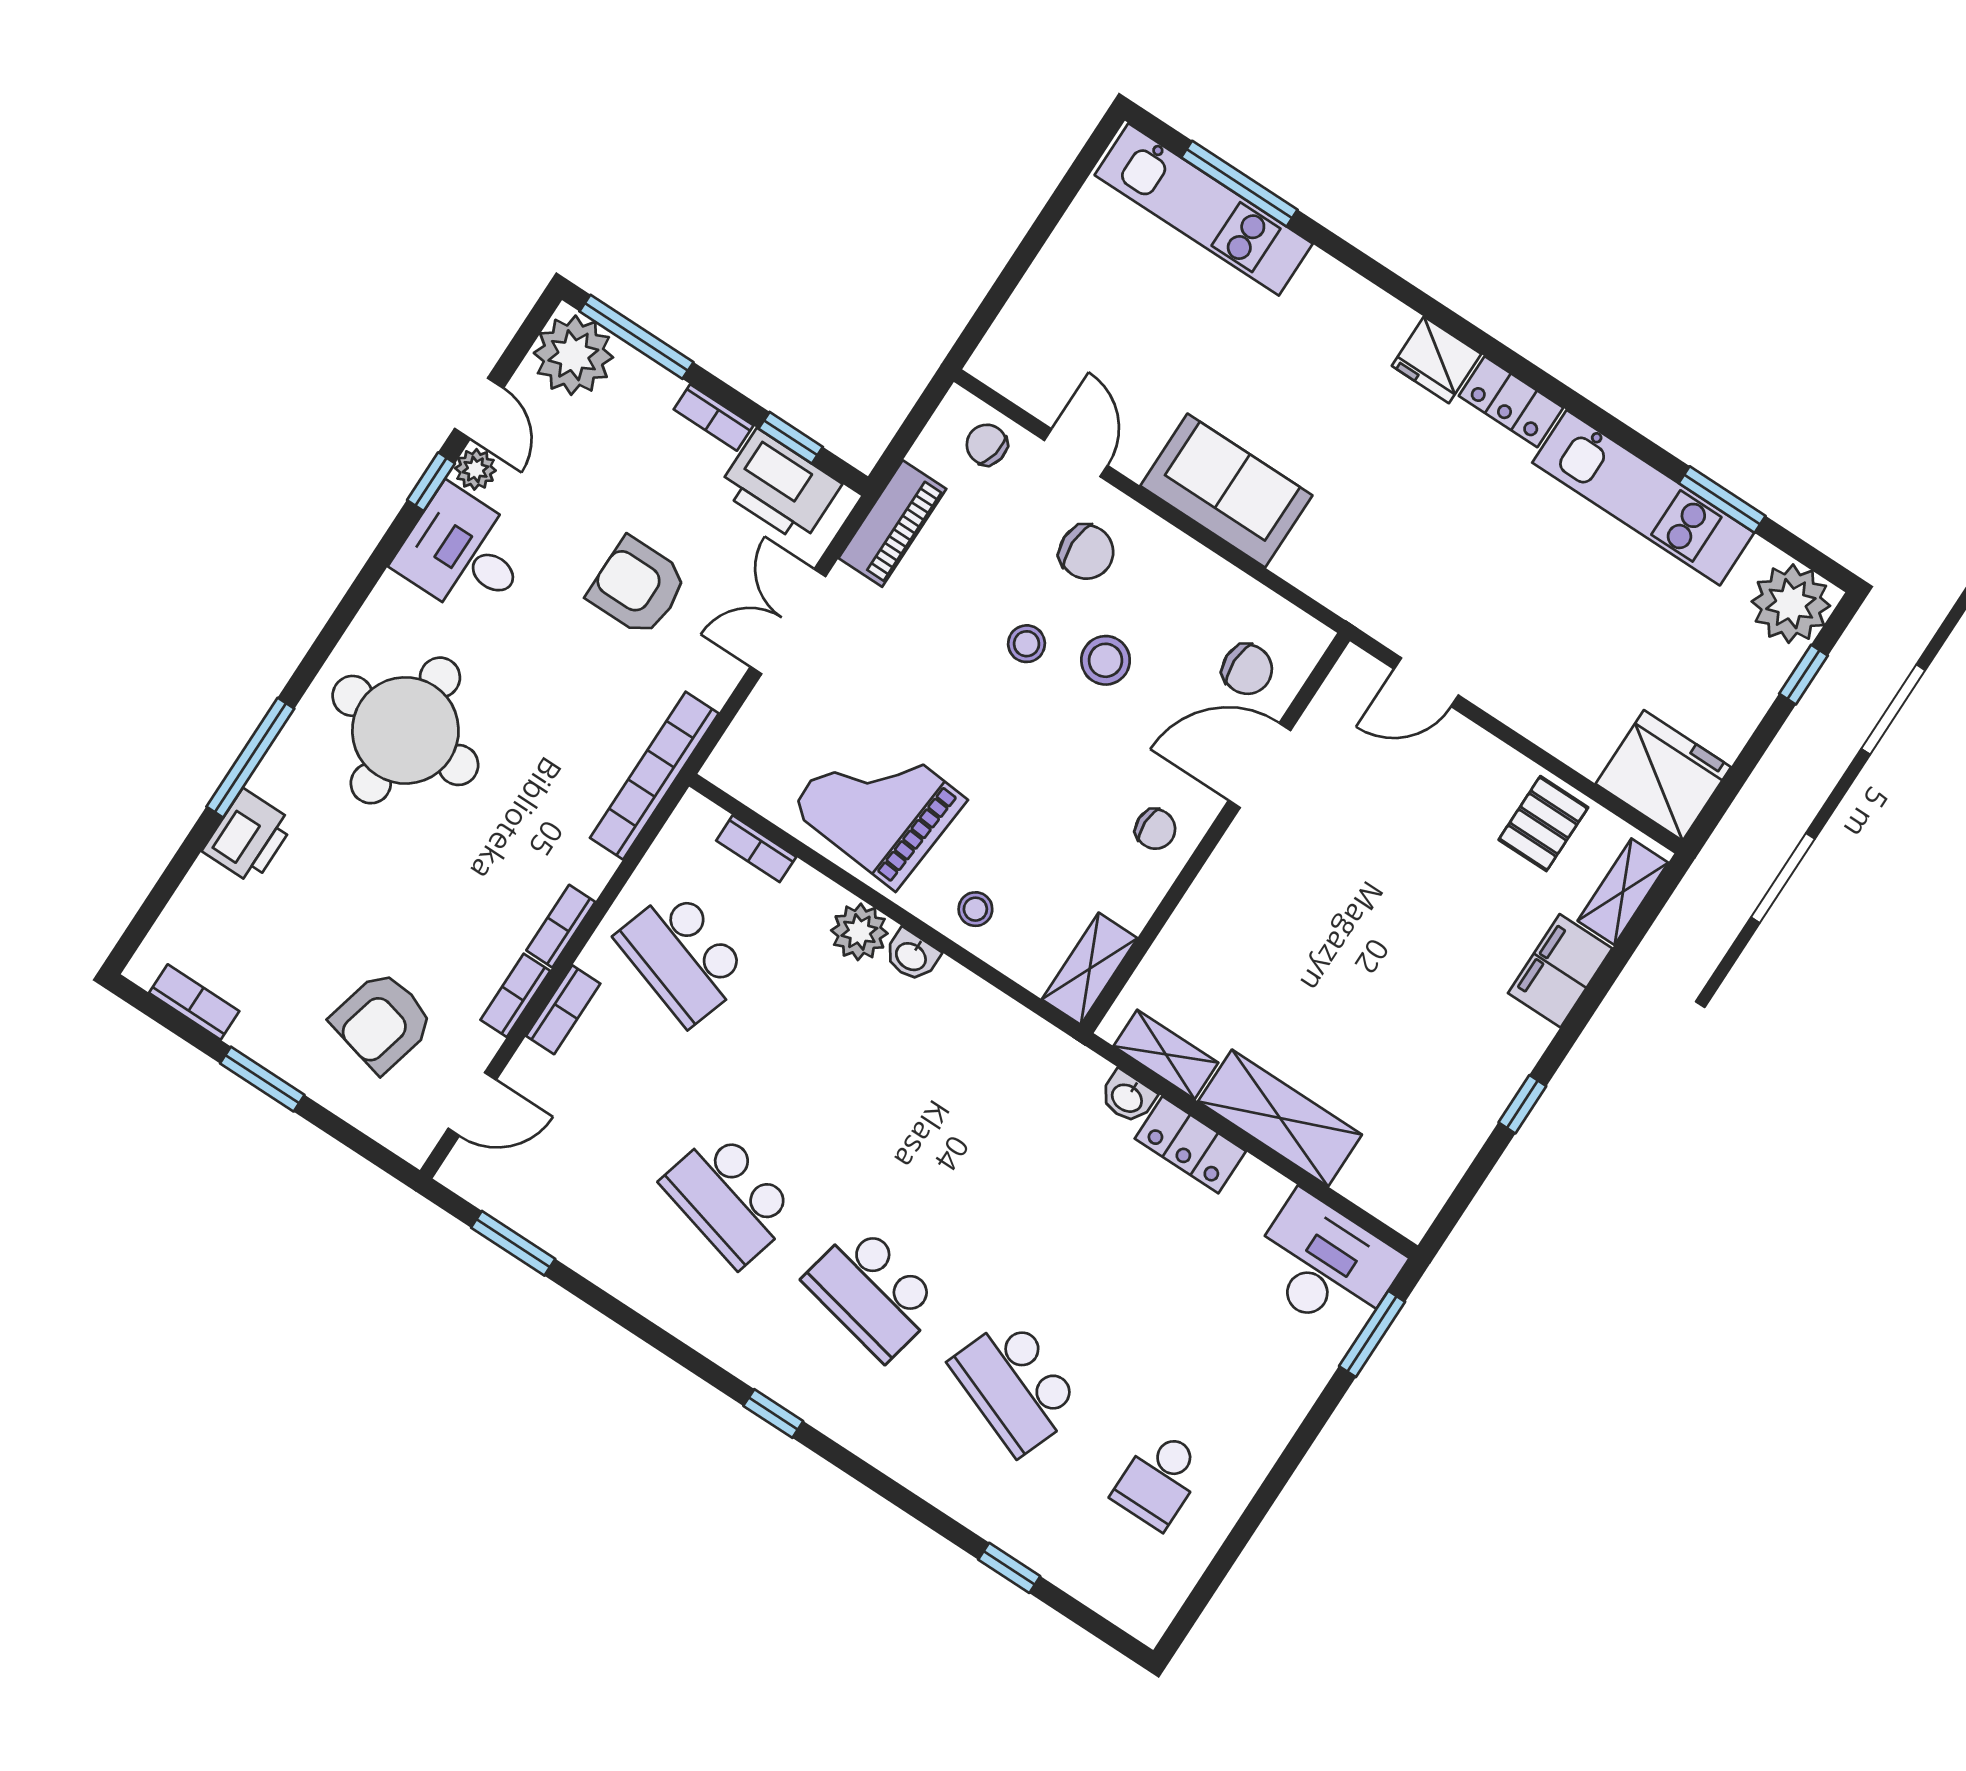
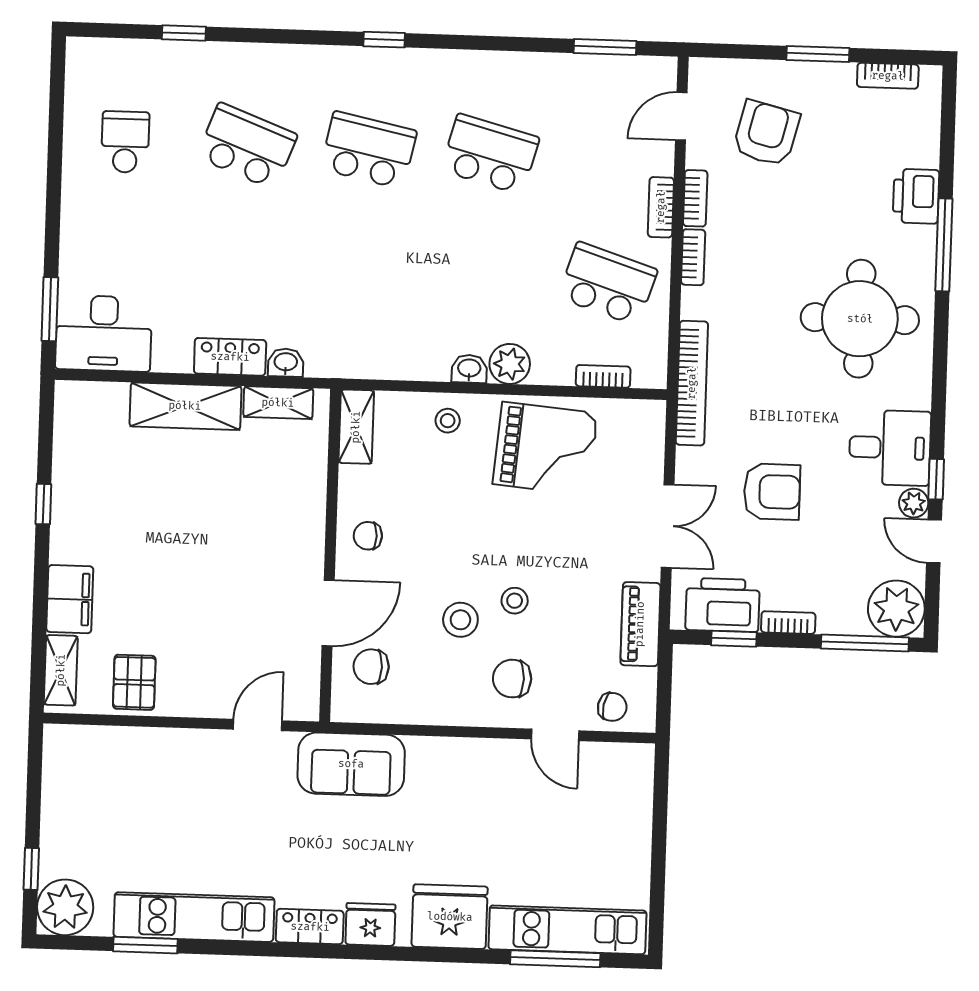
sofa: (1226, 491) -> (351, 764), moved
fridge: (1663, 775) -> (450, 917), moved, turned 180

